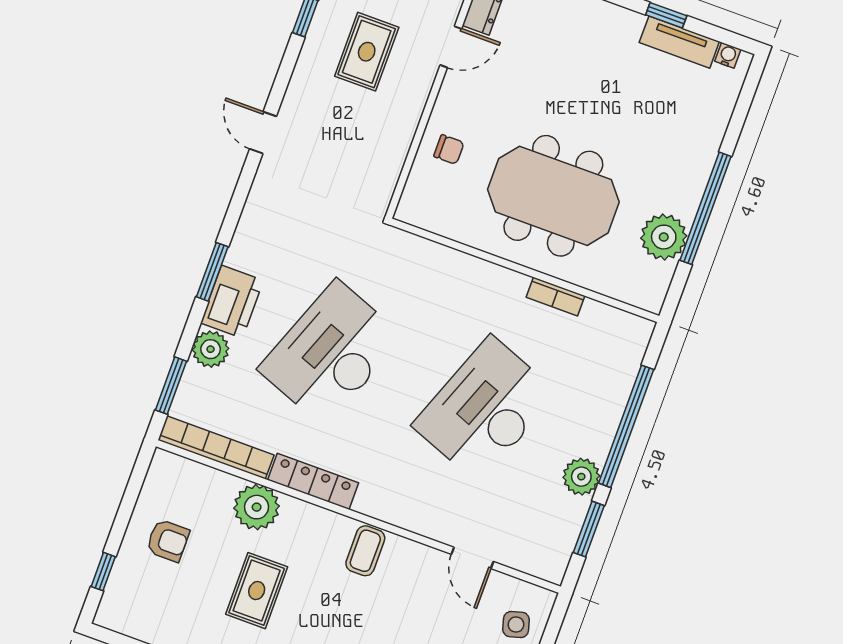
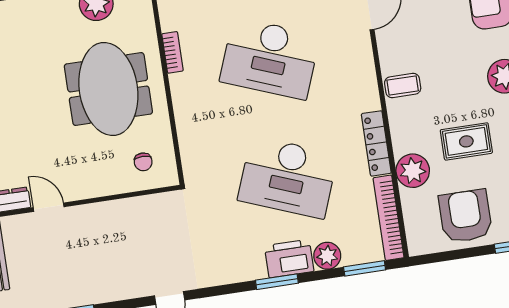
rug: (367, 52) -> (81, 260), removed
chair: (449, 150) -> (143, 162), moved, turned 180
armchair: (168, 541) -> (465, 216), width x1.88, depth x1.88

